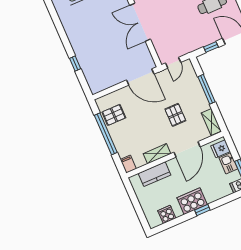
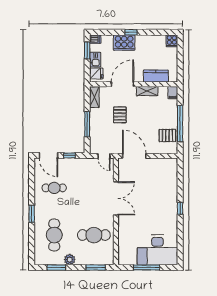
door: (173, 63) -> (104, 156), swing flipped
window: (75, 64) -> (180, 208), moved
cooker: (192, 201) -> (124, 43), moved
cooker: (167, 214) -> (172, 41), moved

